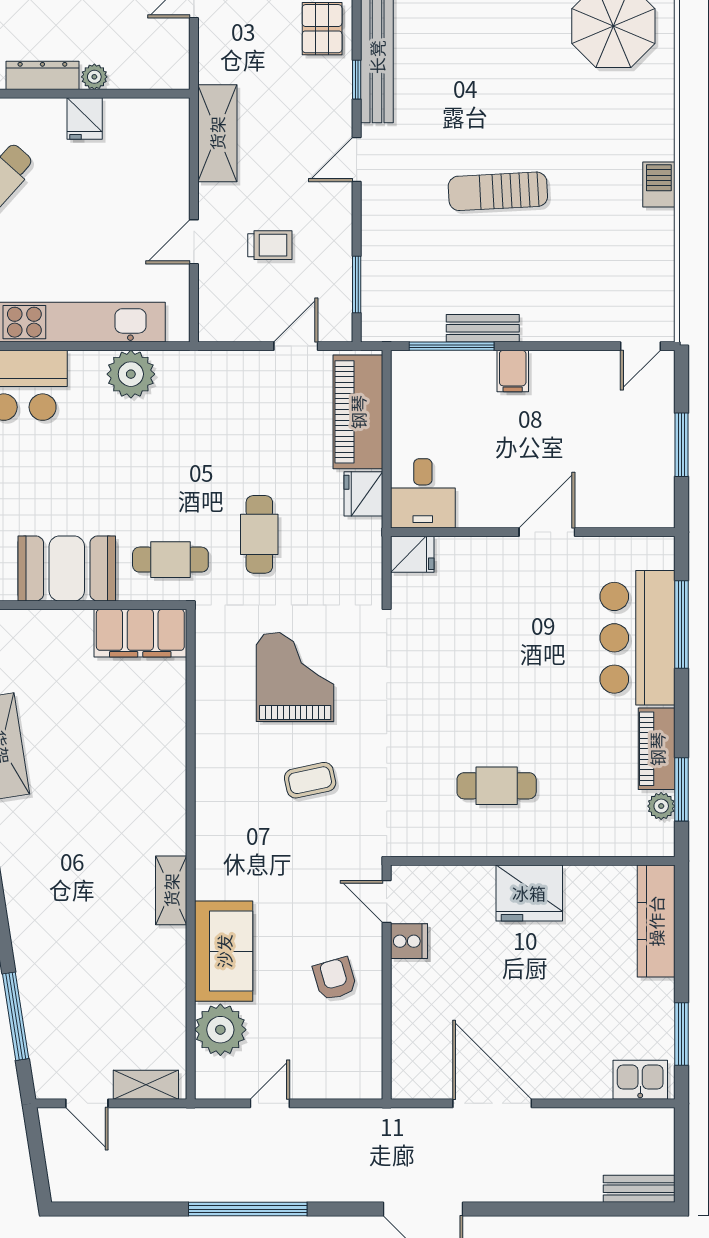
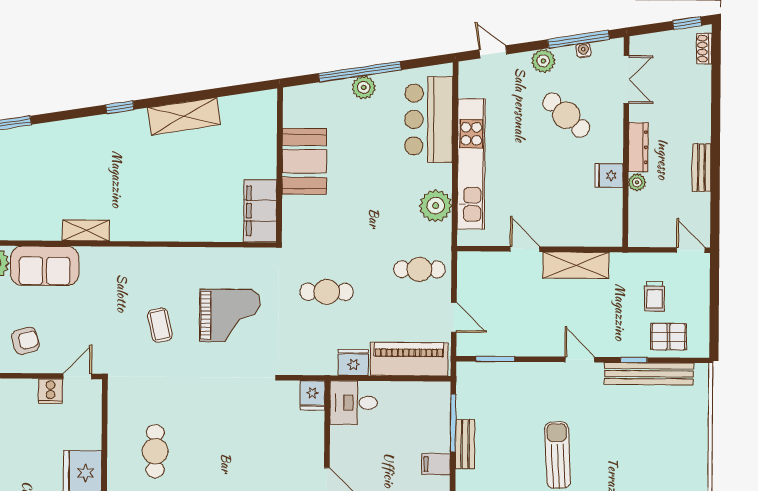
shelving: (217, 133) -> (576, 265), moved
trolley: (270, 245) -> (654, 297), moved
cafe table: (170, 560) -> (420, 269), moved, turned 90

